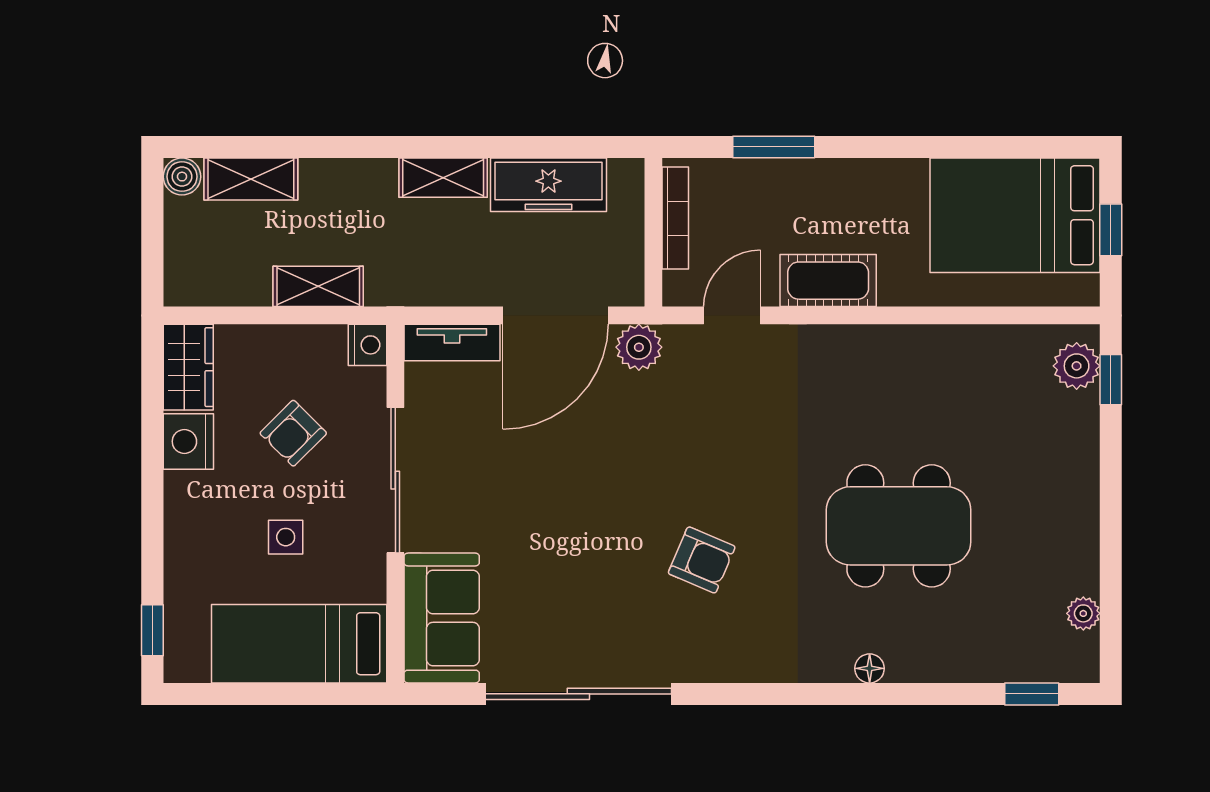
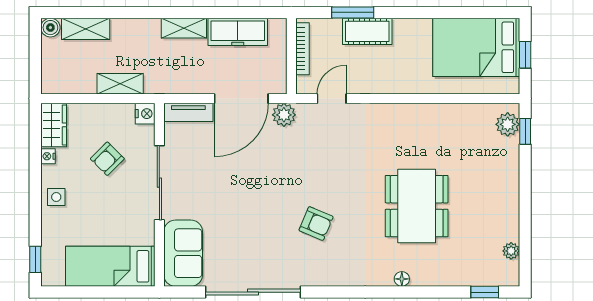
cot: (828, 281) -> (367, 31), moved
nightstand: (188, 441) -> (48, 156), width x0.53, depth x0.56
dining table: (899, 526) -> (417, 206), turned 90
side table: (286, 537) -> (56, 197), moved

